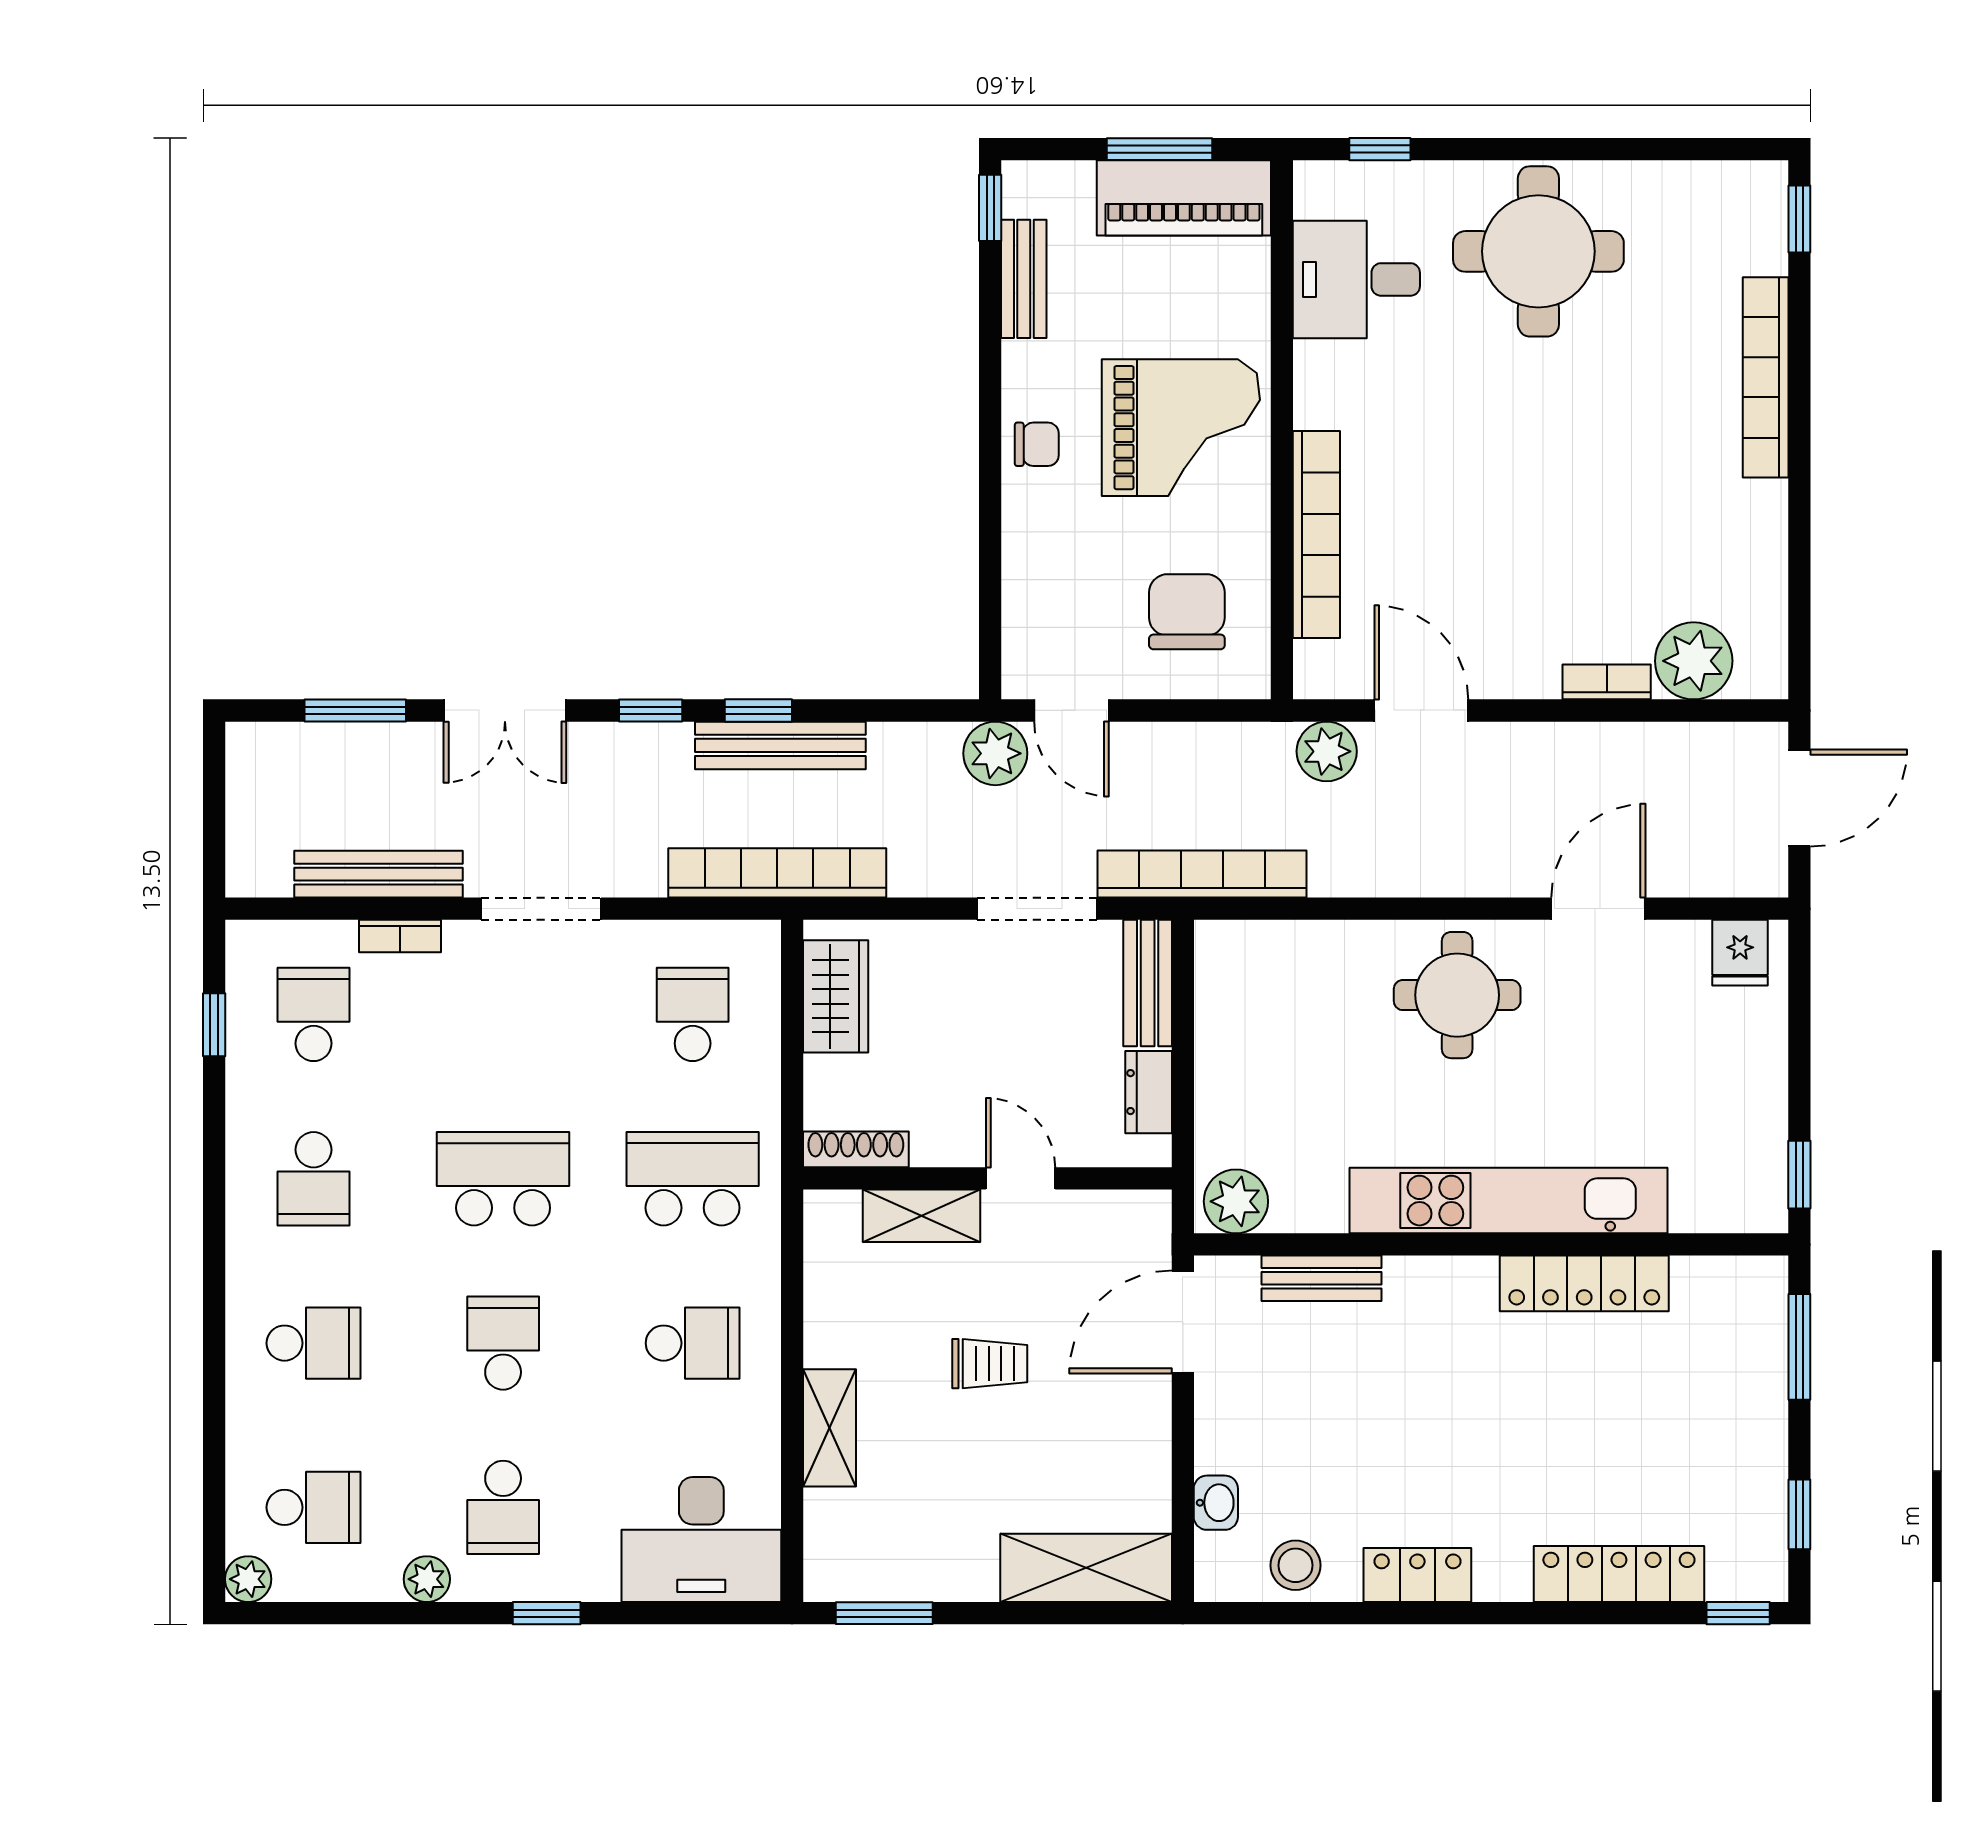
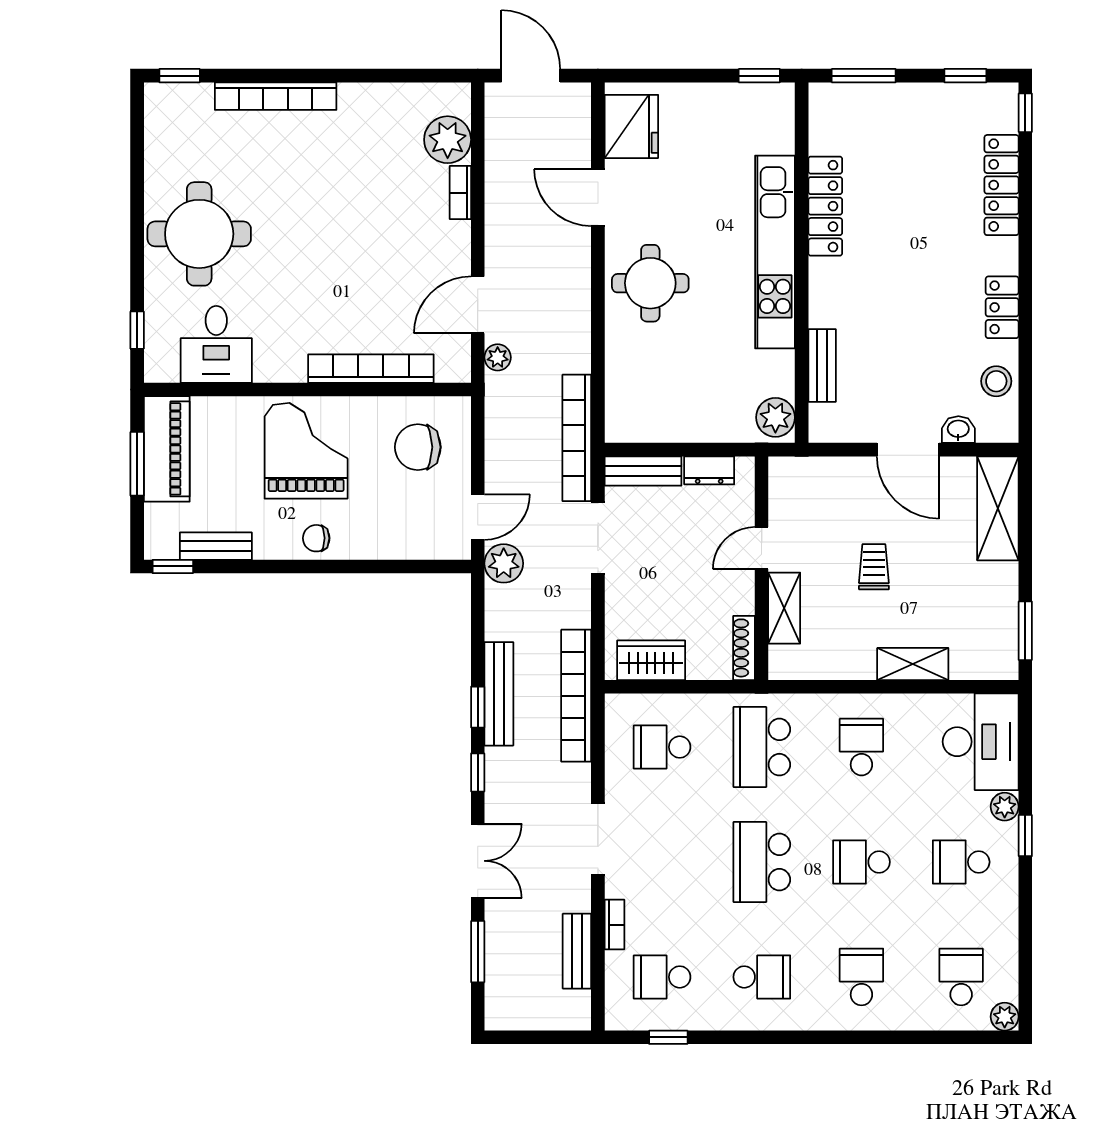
chair: (1037, 444) -> (316, 538), turned -90
plant: (1327, 751) -> (498, 357), width x0.73, depth x0.73
bench: (379, 874) -> (577, 951), width x0.73
fridge: (1740, 953) -> (631, 126), width x1.88, depth x1.34
door: (1183, 1322) -> (908, 450), moved
school desk: (503, 1507) -> (961, 862), turned 180
plant: (427, 1579) -> (1005, 807), moved

